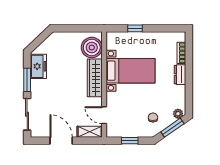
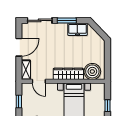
door: (104, 115) -> (39, 81), swing flipped

